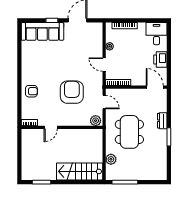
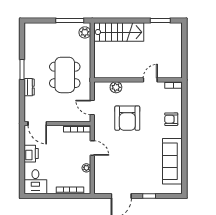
sofa: (42, 31) -> (172, 161), moved, turned -90
plant: (96, 121) -> (116, 87), moved
plant: (111, 159) -> (85, 32), moved

